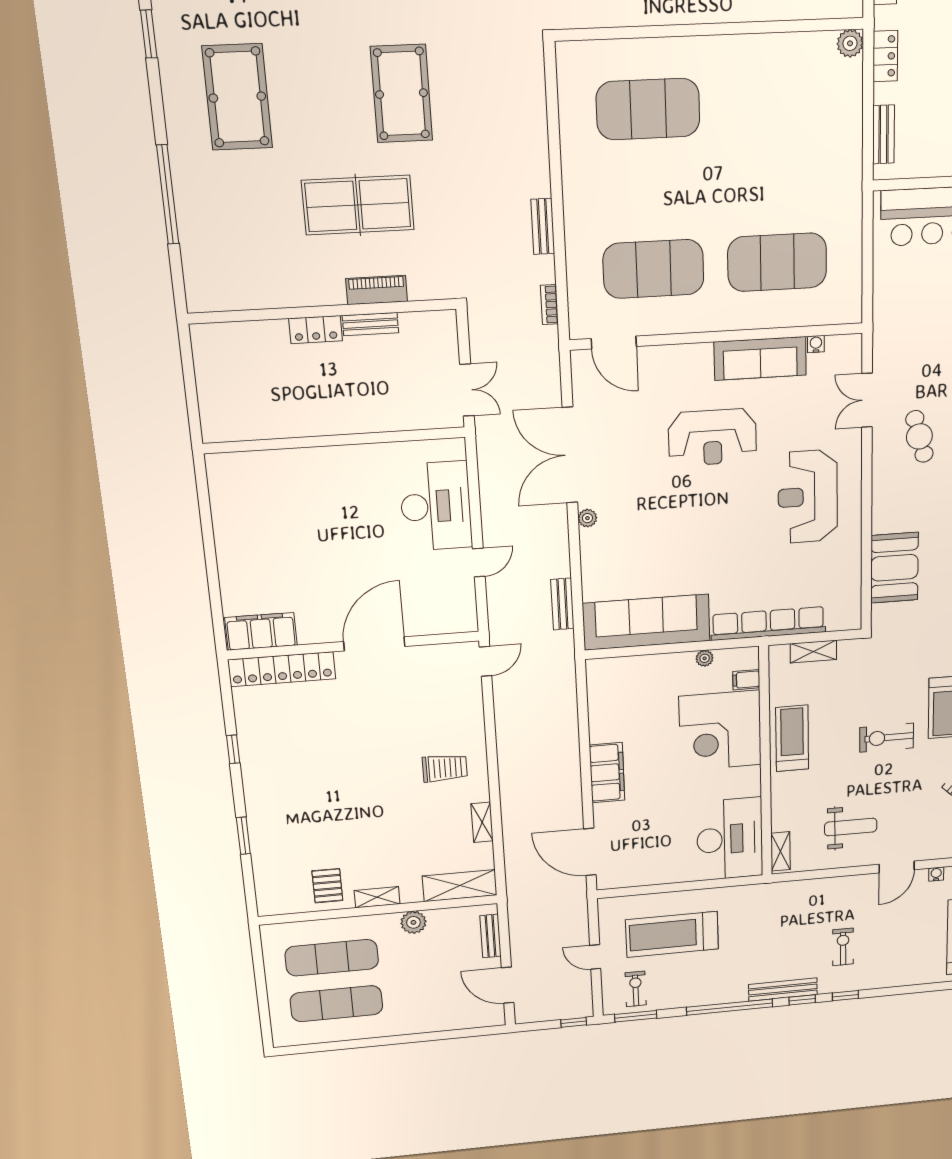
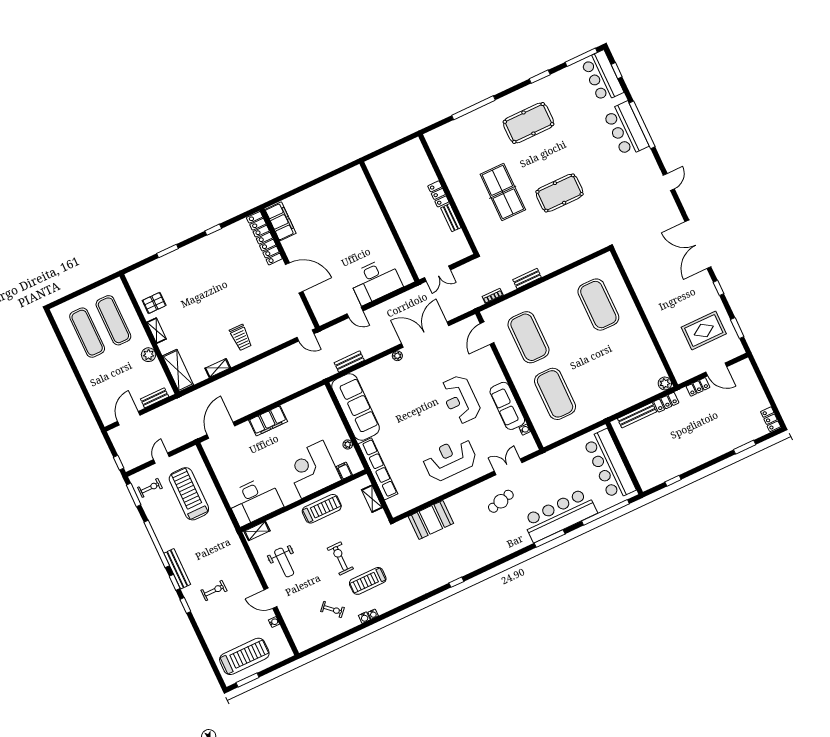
bench: (884, 134) -> (637, 415), width x1.36
piano: (377, 290) -> (468, 215), removed

